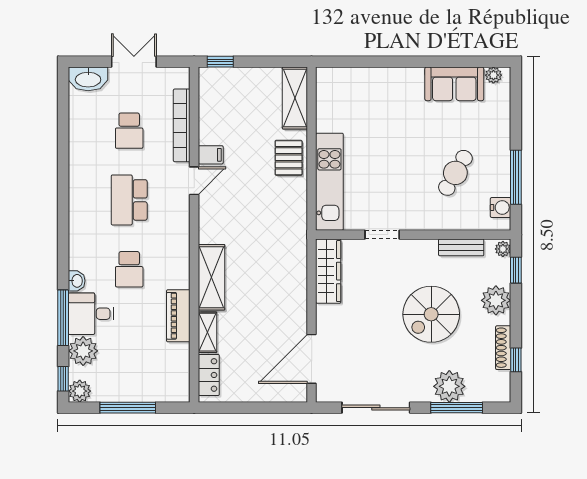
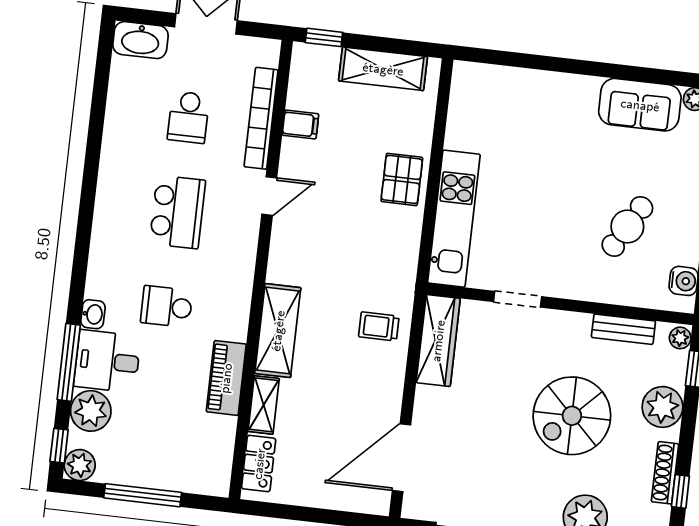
shelving: (295, 98) -> (383, 69), moved, turned 90
filing cabinet: (211, 155) -> (300, 125), moved
school desk: (129, 200) -> (178, 212), turned 180
trolley: (284, 266) -> (379, 326), added
school desk: (129, 269) -> (167, 307), turned 90

